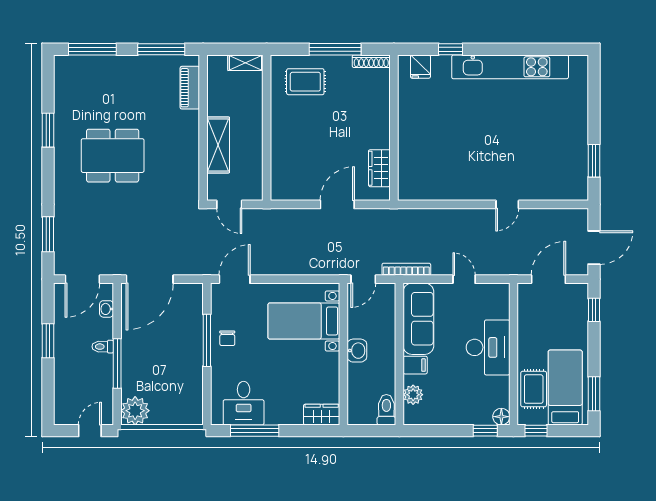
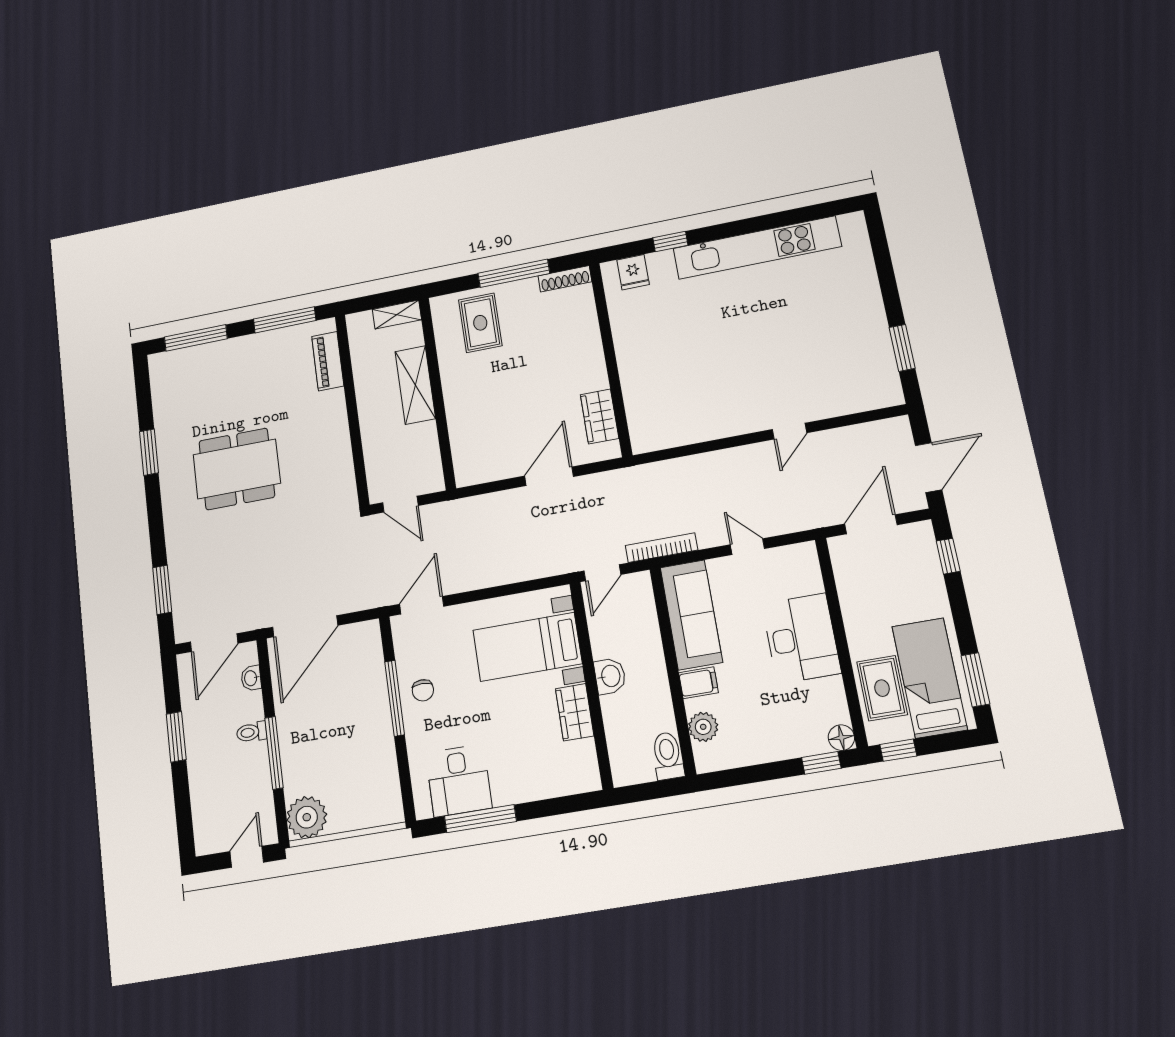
rug: (305, 82) -> (480, 323), turned 90
shelving: (218, 145) -> (415, 385), moved
wardrobe: (322, 415) -> (575, 712), moved, turned -90

